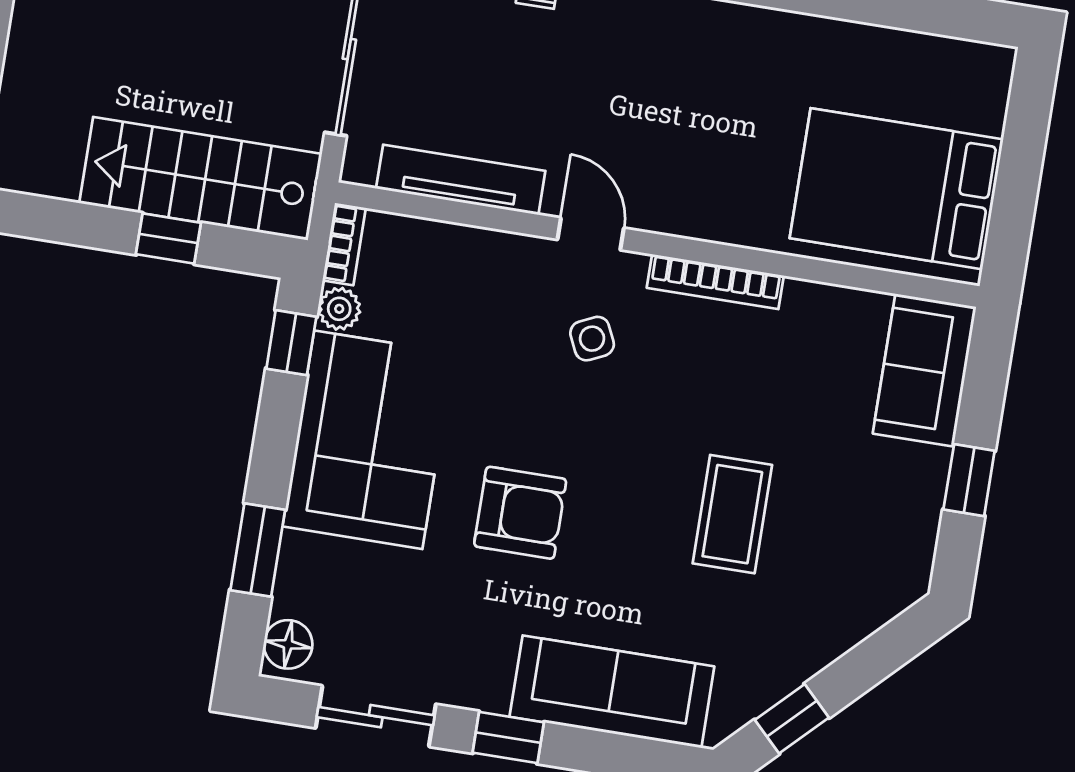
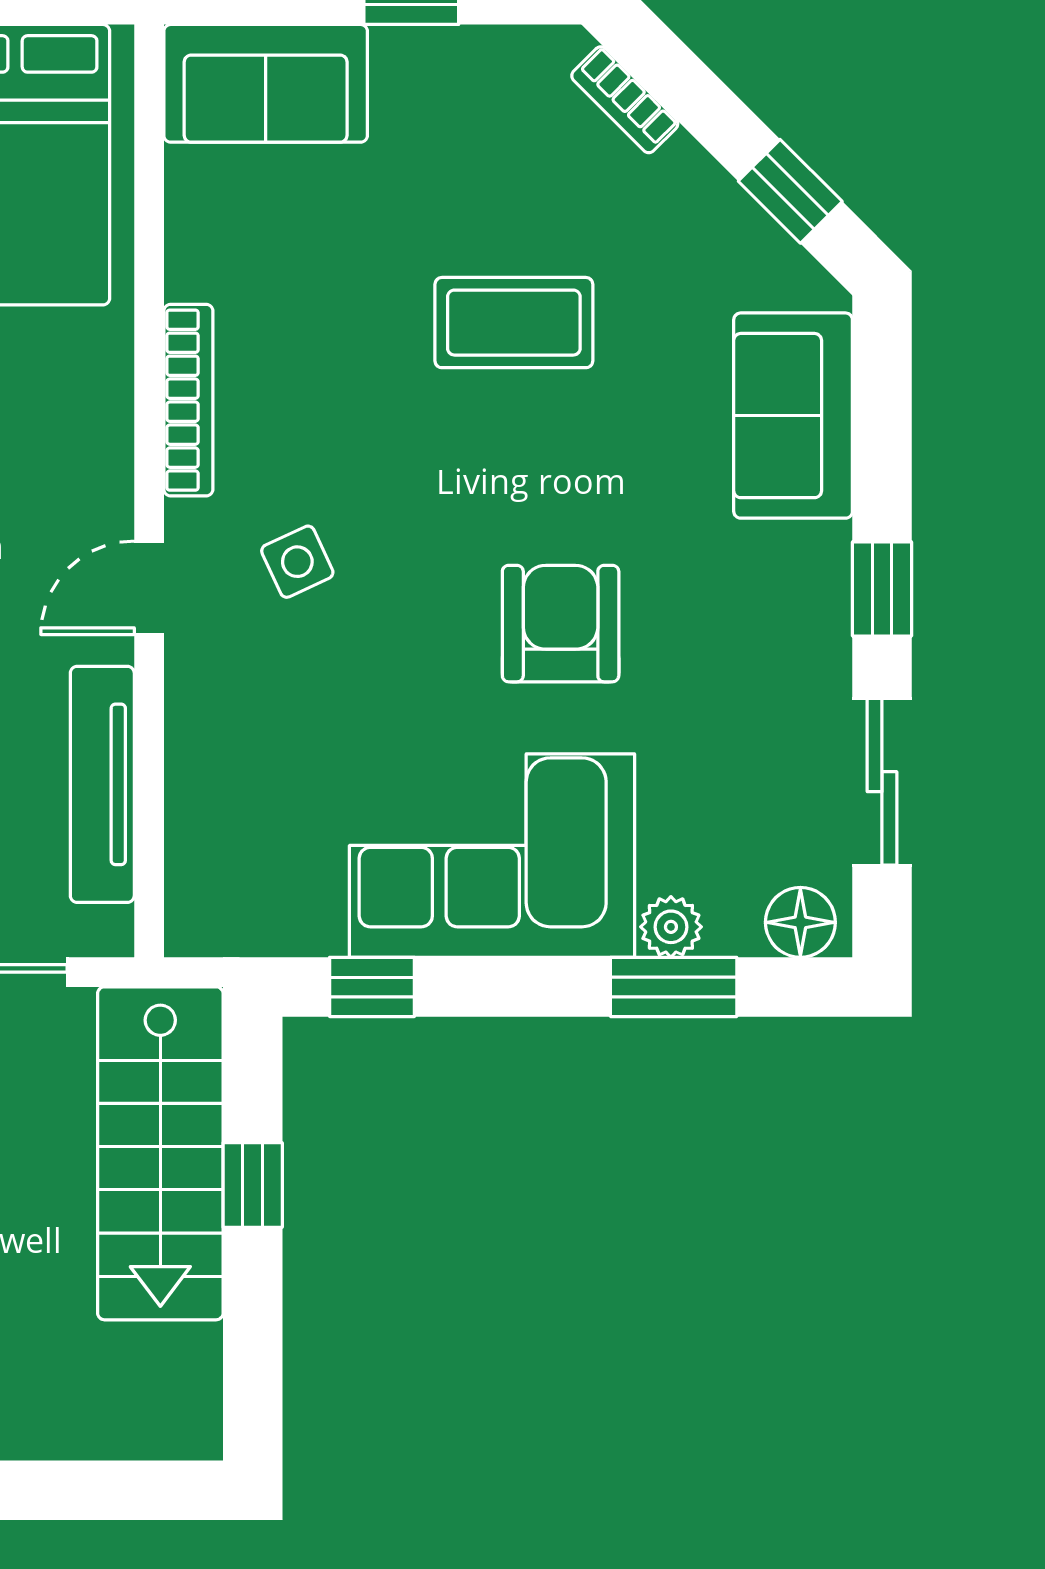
bookcase: (344, 244) -> (625, 100), moved, turned -135
plant: (339, 309) -> (671, 927), moved
sofa: (612, 692) -> (793, 416), width x0.73

